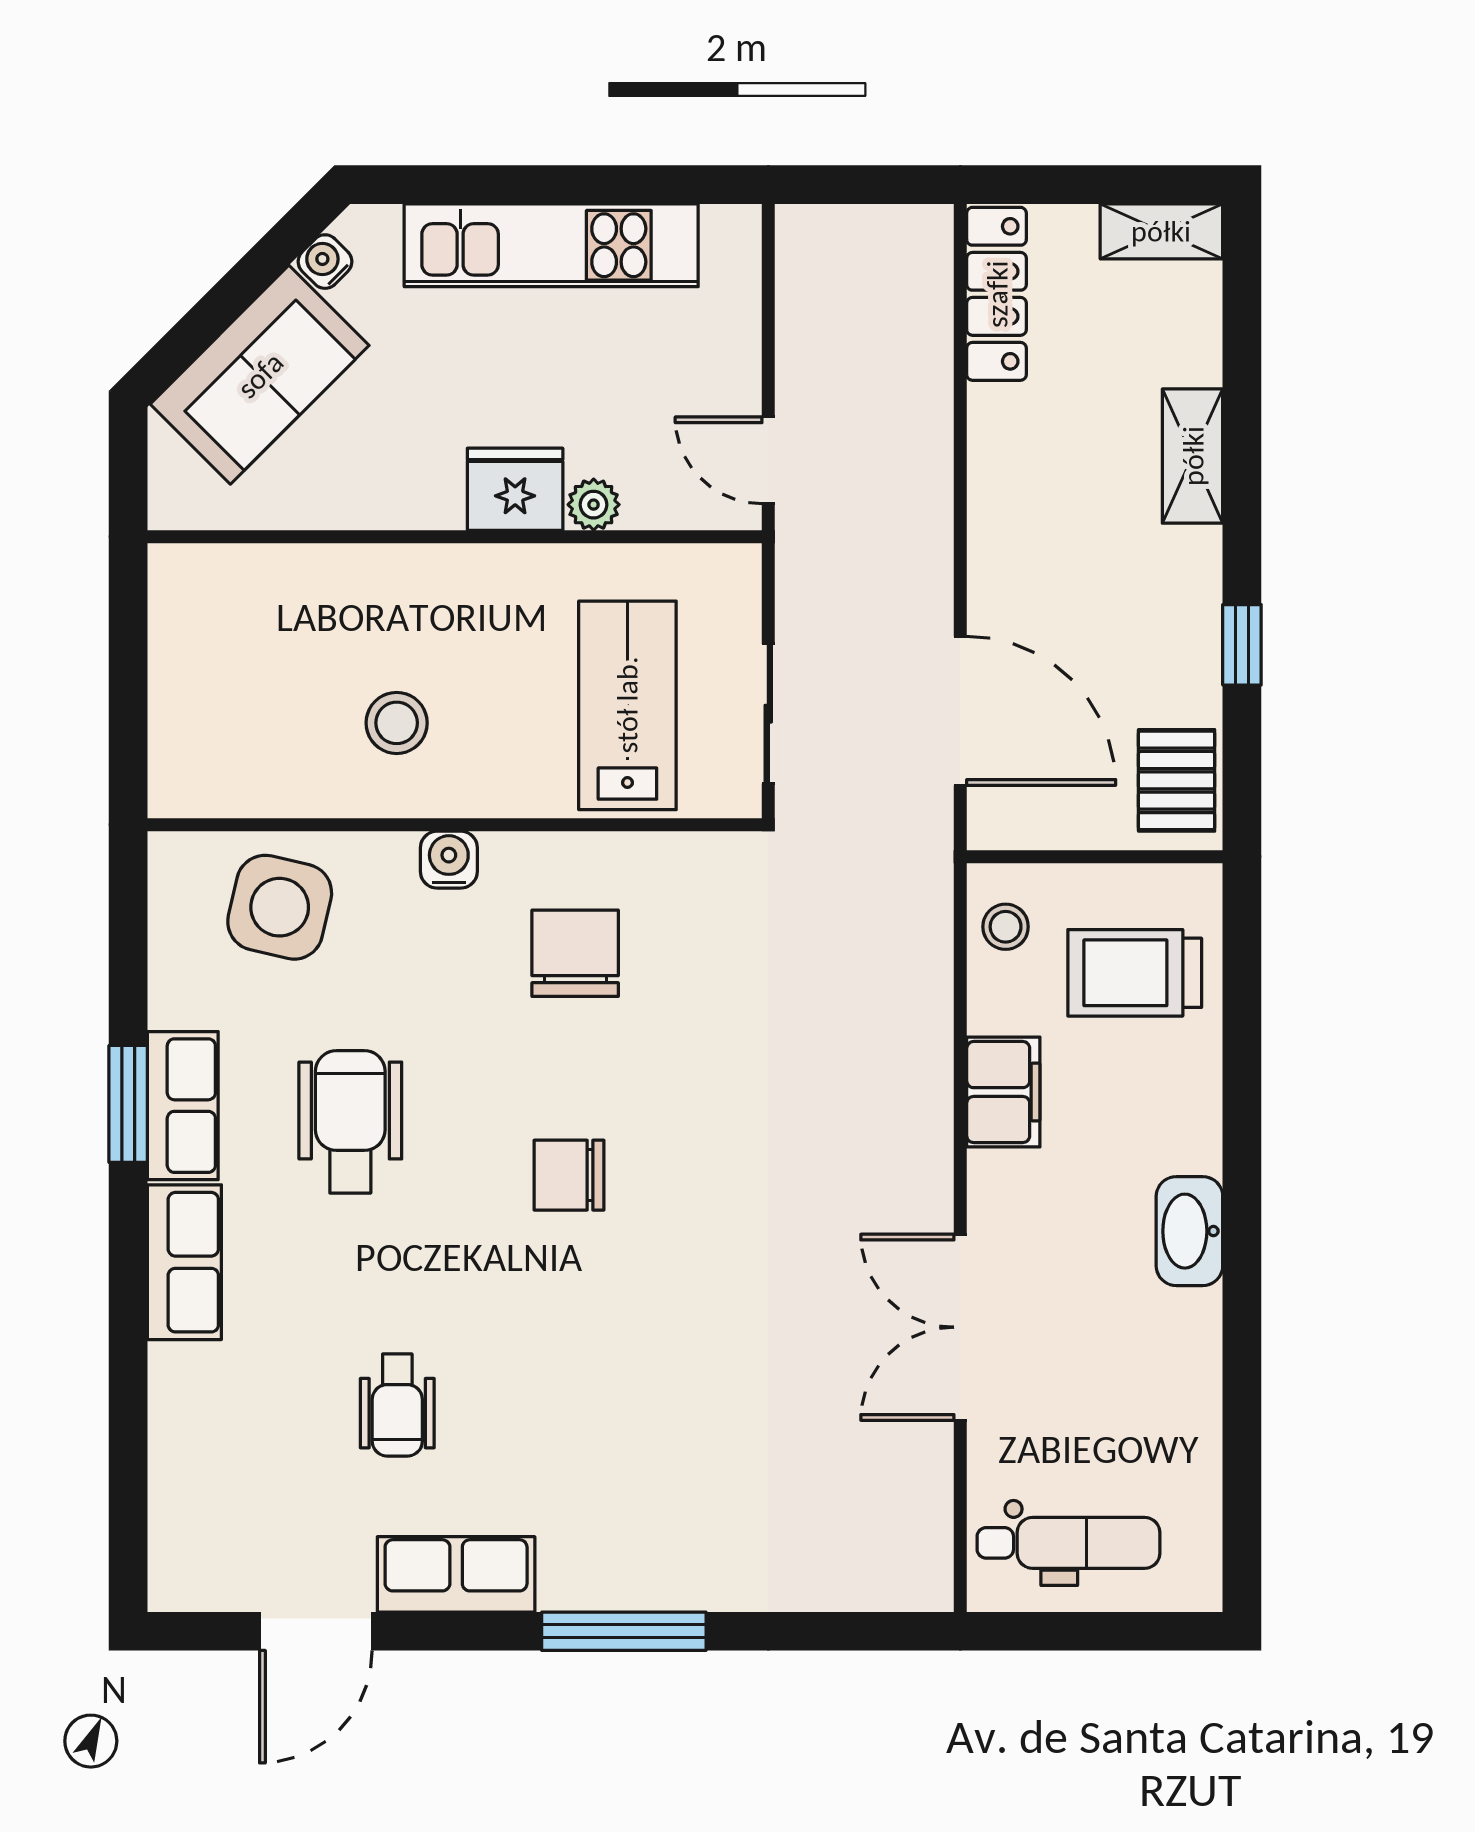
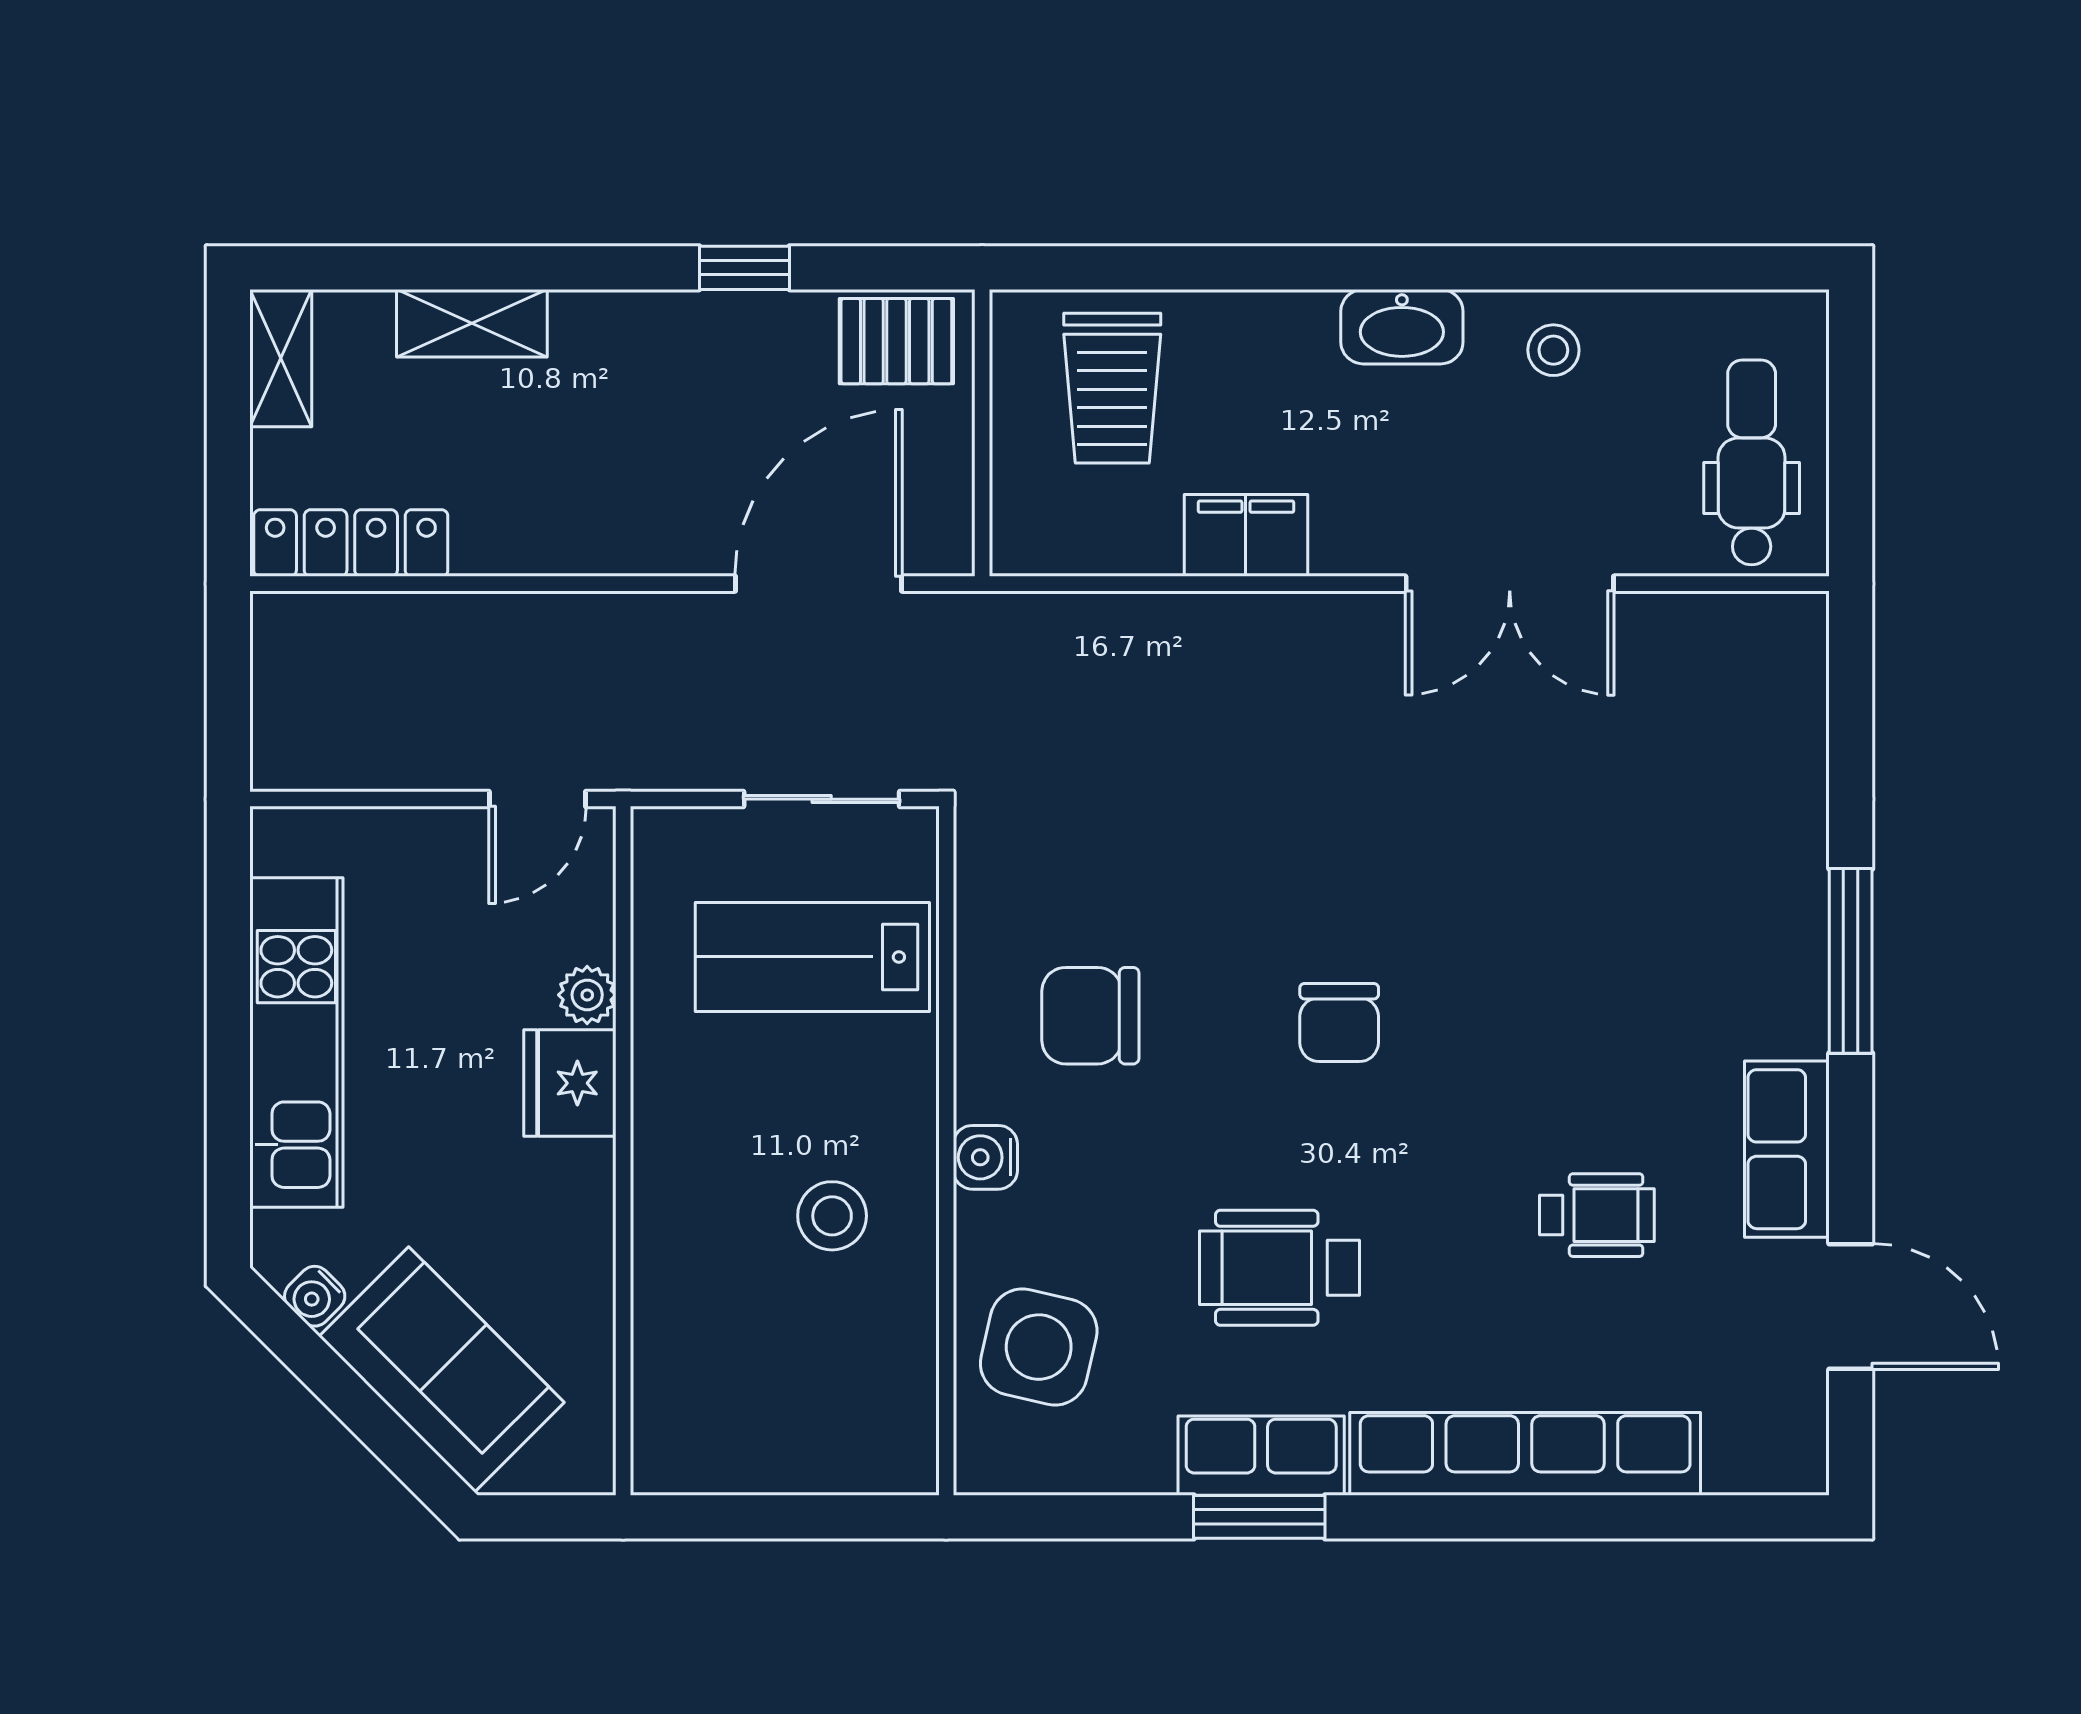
shelving: (1193, 456) -> (472, 323), moved
stool: (1006, 927) -> (1553, 350), moved
row of seats: (184, 1262) -> (1525, 1454), width x2.02

